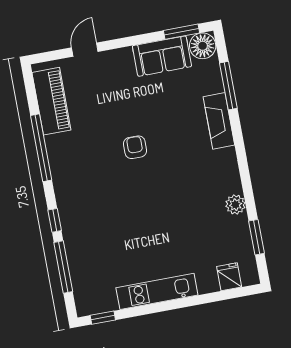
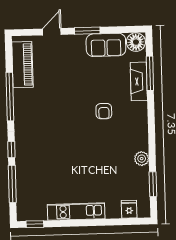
window: (181, 32) -> (87, 31), moved
fireplace: (219, 121) -> (139, 81), moved
armchair: (135, 147) -> (104, 111), moved, turned 180

